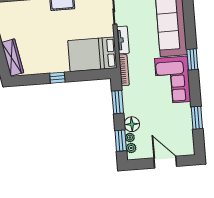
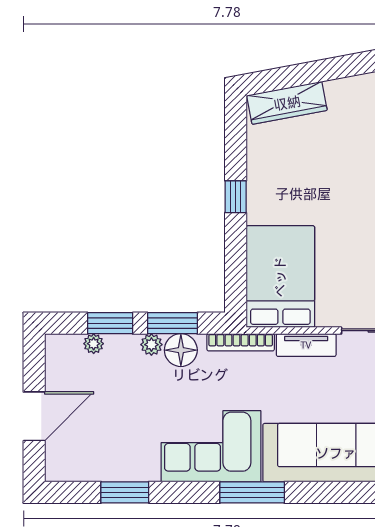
window: (192, 59) -> (252, 492), width x1.44
floor lamp: (132, 124) -> (181, 350), moved
window: (121, 141) -> (110, 323), moved
plant: (131, 148) -> (151, 345), moved

